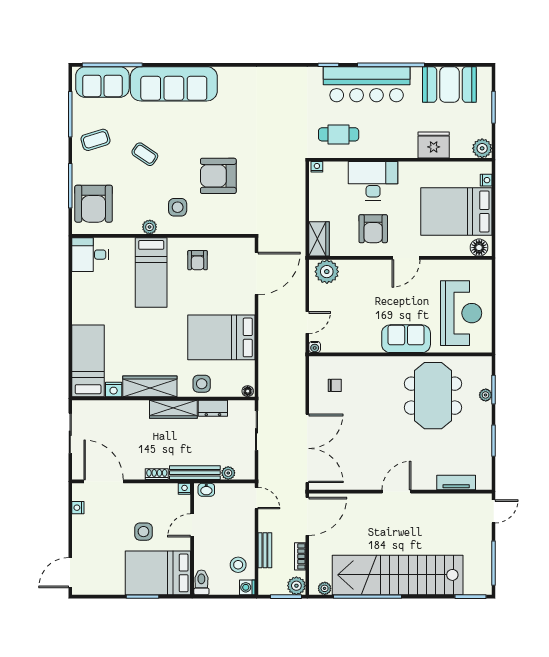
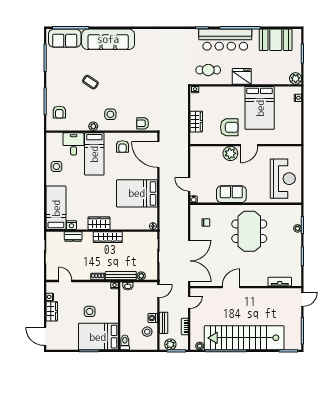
coffee table: (95, 140) -> (60, 73), removed
fridge: (434, 145) -> (242, 76), moved
armchair: (218, 176) -> (143, 123), moved, width x0.53, depth x0.53
desk: (373, 181) -> (229, 98), removed
armchair: (94, 204) -> (59, 112), width x0.53, depth x0.53
bed: (456, 211) -> (260, 108), moved, turned -90
armchair: (373, 229) -> (229, 127), turned -90
wardrobe: (319, 239) -> (196, 122), moved
floor lamp: (479, 248) -> (294, 139), removed
desk: (90, 255) -> (74, 144), moved, turned 90
plant: (327, 272) -> (230, 153), moved
door: (256, 273) -> (158, 155), swing flipped
door: (307, 323) -> (189, 184), swing flipped
sofa: (406, 339) -> (231, 194), moved
side table: (202, 384) -> (56, 167), moved
wardrobe: (150, 386) -> (99, 223), width x0.67
meeting table: (433, 396) -> (249, 231), moved
dresser: (213, 408) -> (73, 237), moved
door: (104, 481) -> (65, 281), width x0.53
door: (397, 492) -> (231, 287), moved
door: (256, 498) -> (158, 291), hinge flipped
door: (307, 516) -> (189, 302), width x0.53
door: (192, 525) -> (119, 308), removed
wardrobe: (81, 531) -> (52, 311), added
door: (70, 573) -> (45, 336), hinge flipped
plant: (296, 586) -> (170, 344), moved
washing machine: (247, 587) -> (153, 318), moved

